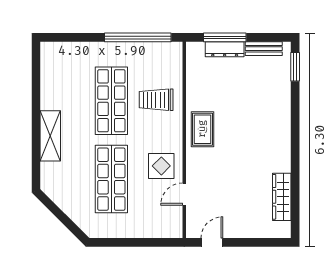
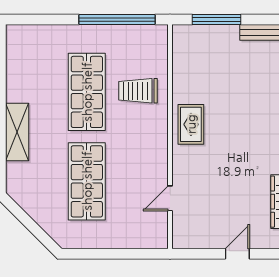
dresser: (225, 49) -> (216, 33), removed
display table: (161, 166) -> (144, 166), removed
door: (212, 242) -> (237, 254), moved

